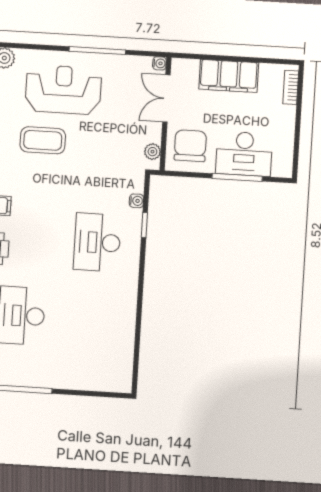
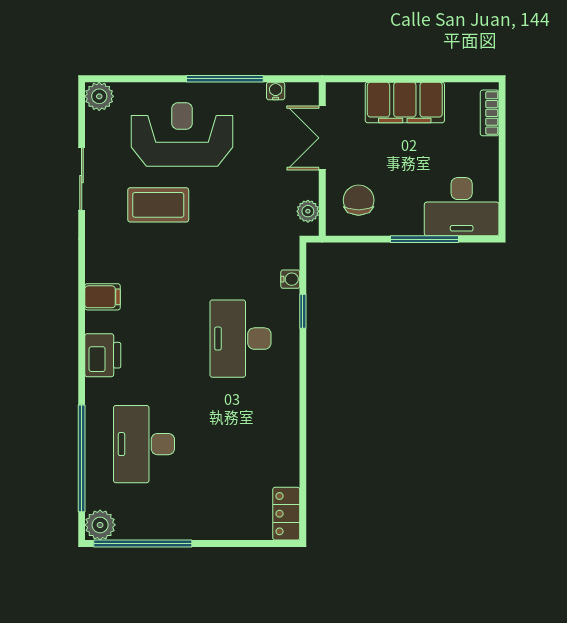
water cooler: (159, 63) -> (276, 91), moved, turned -90
chair: (190, 146) -> (359, 200), width x0.73, depth x0.73
desk: (244, 154) -> (462, 207), moved
locker: (123, 373) -> (286, 514), added

